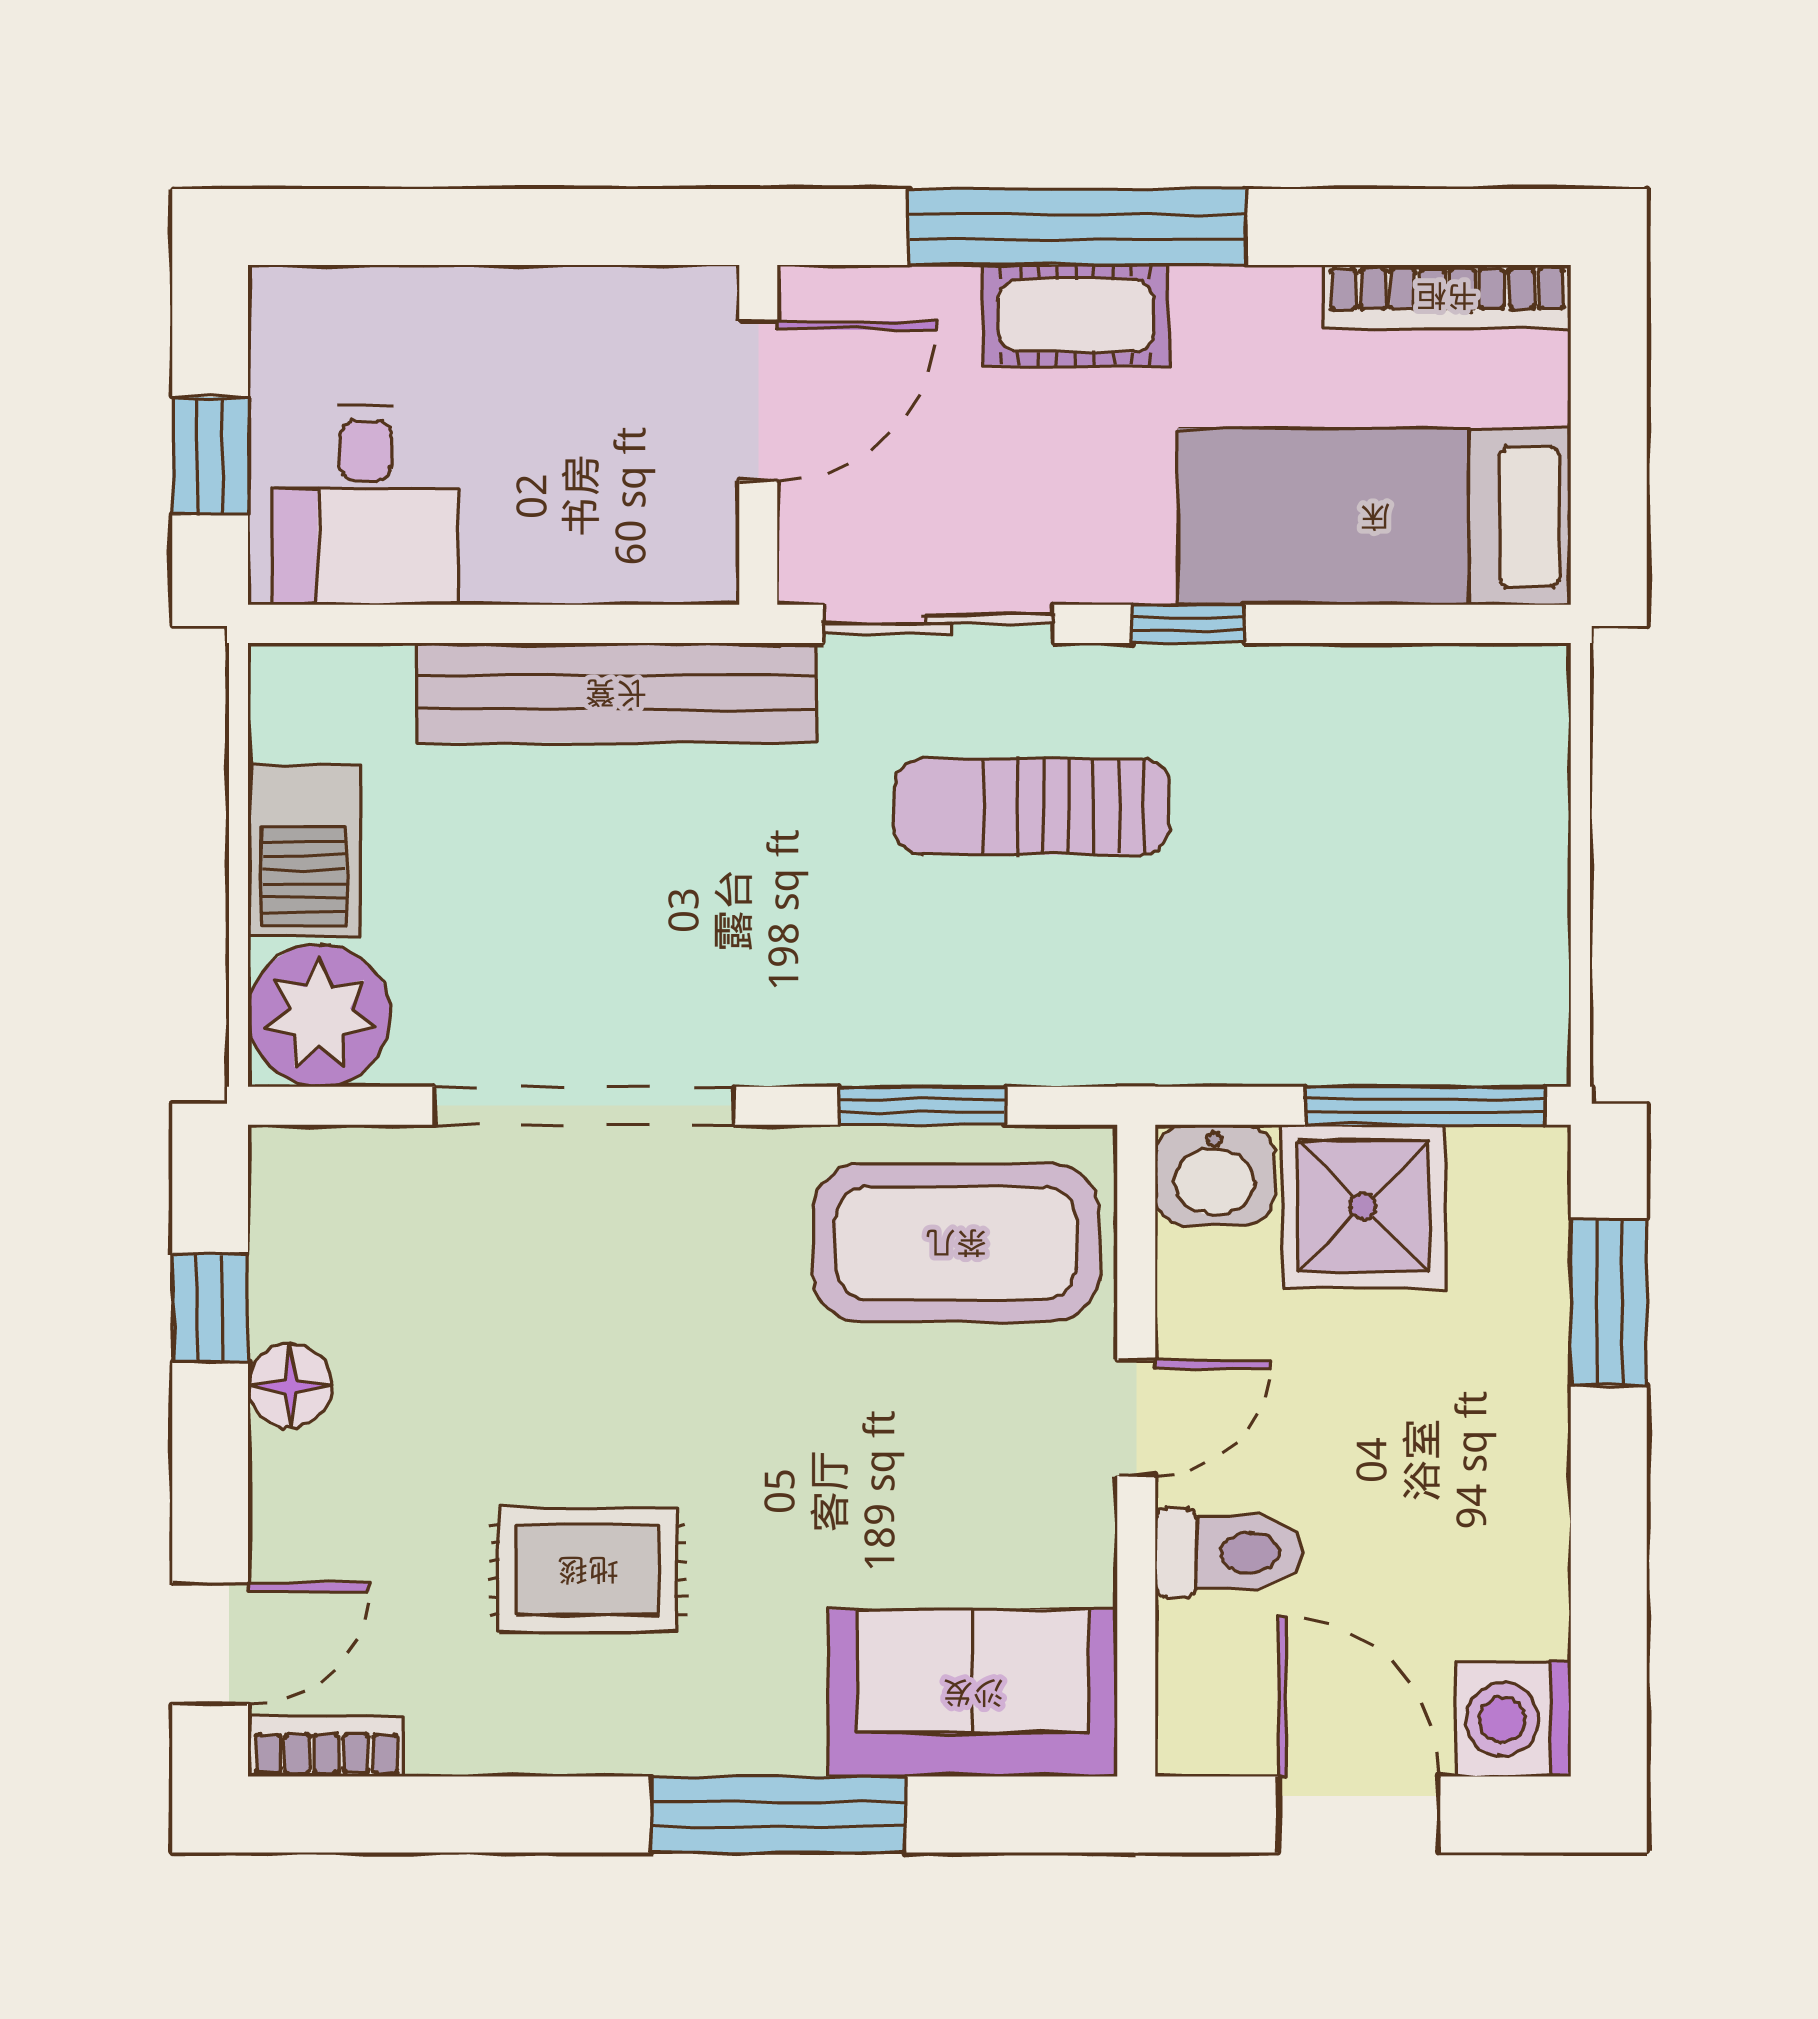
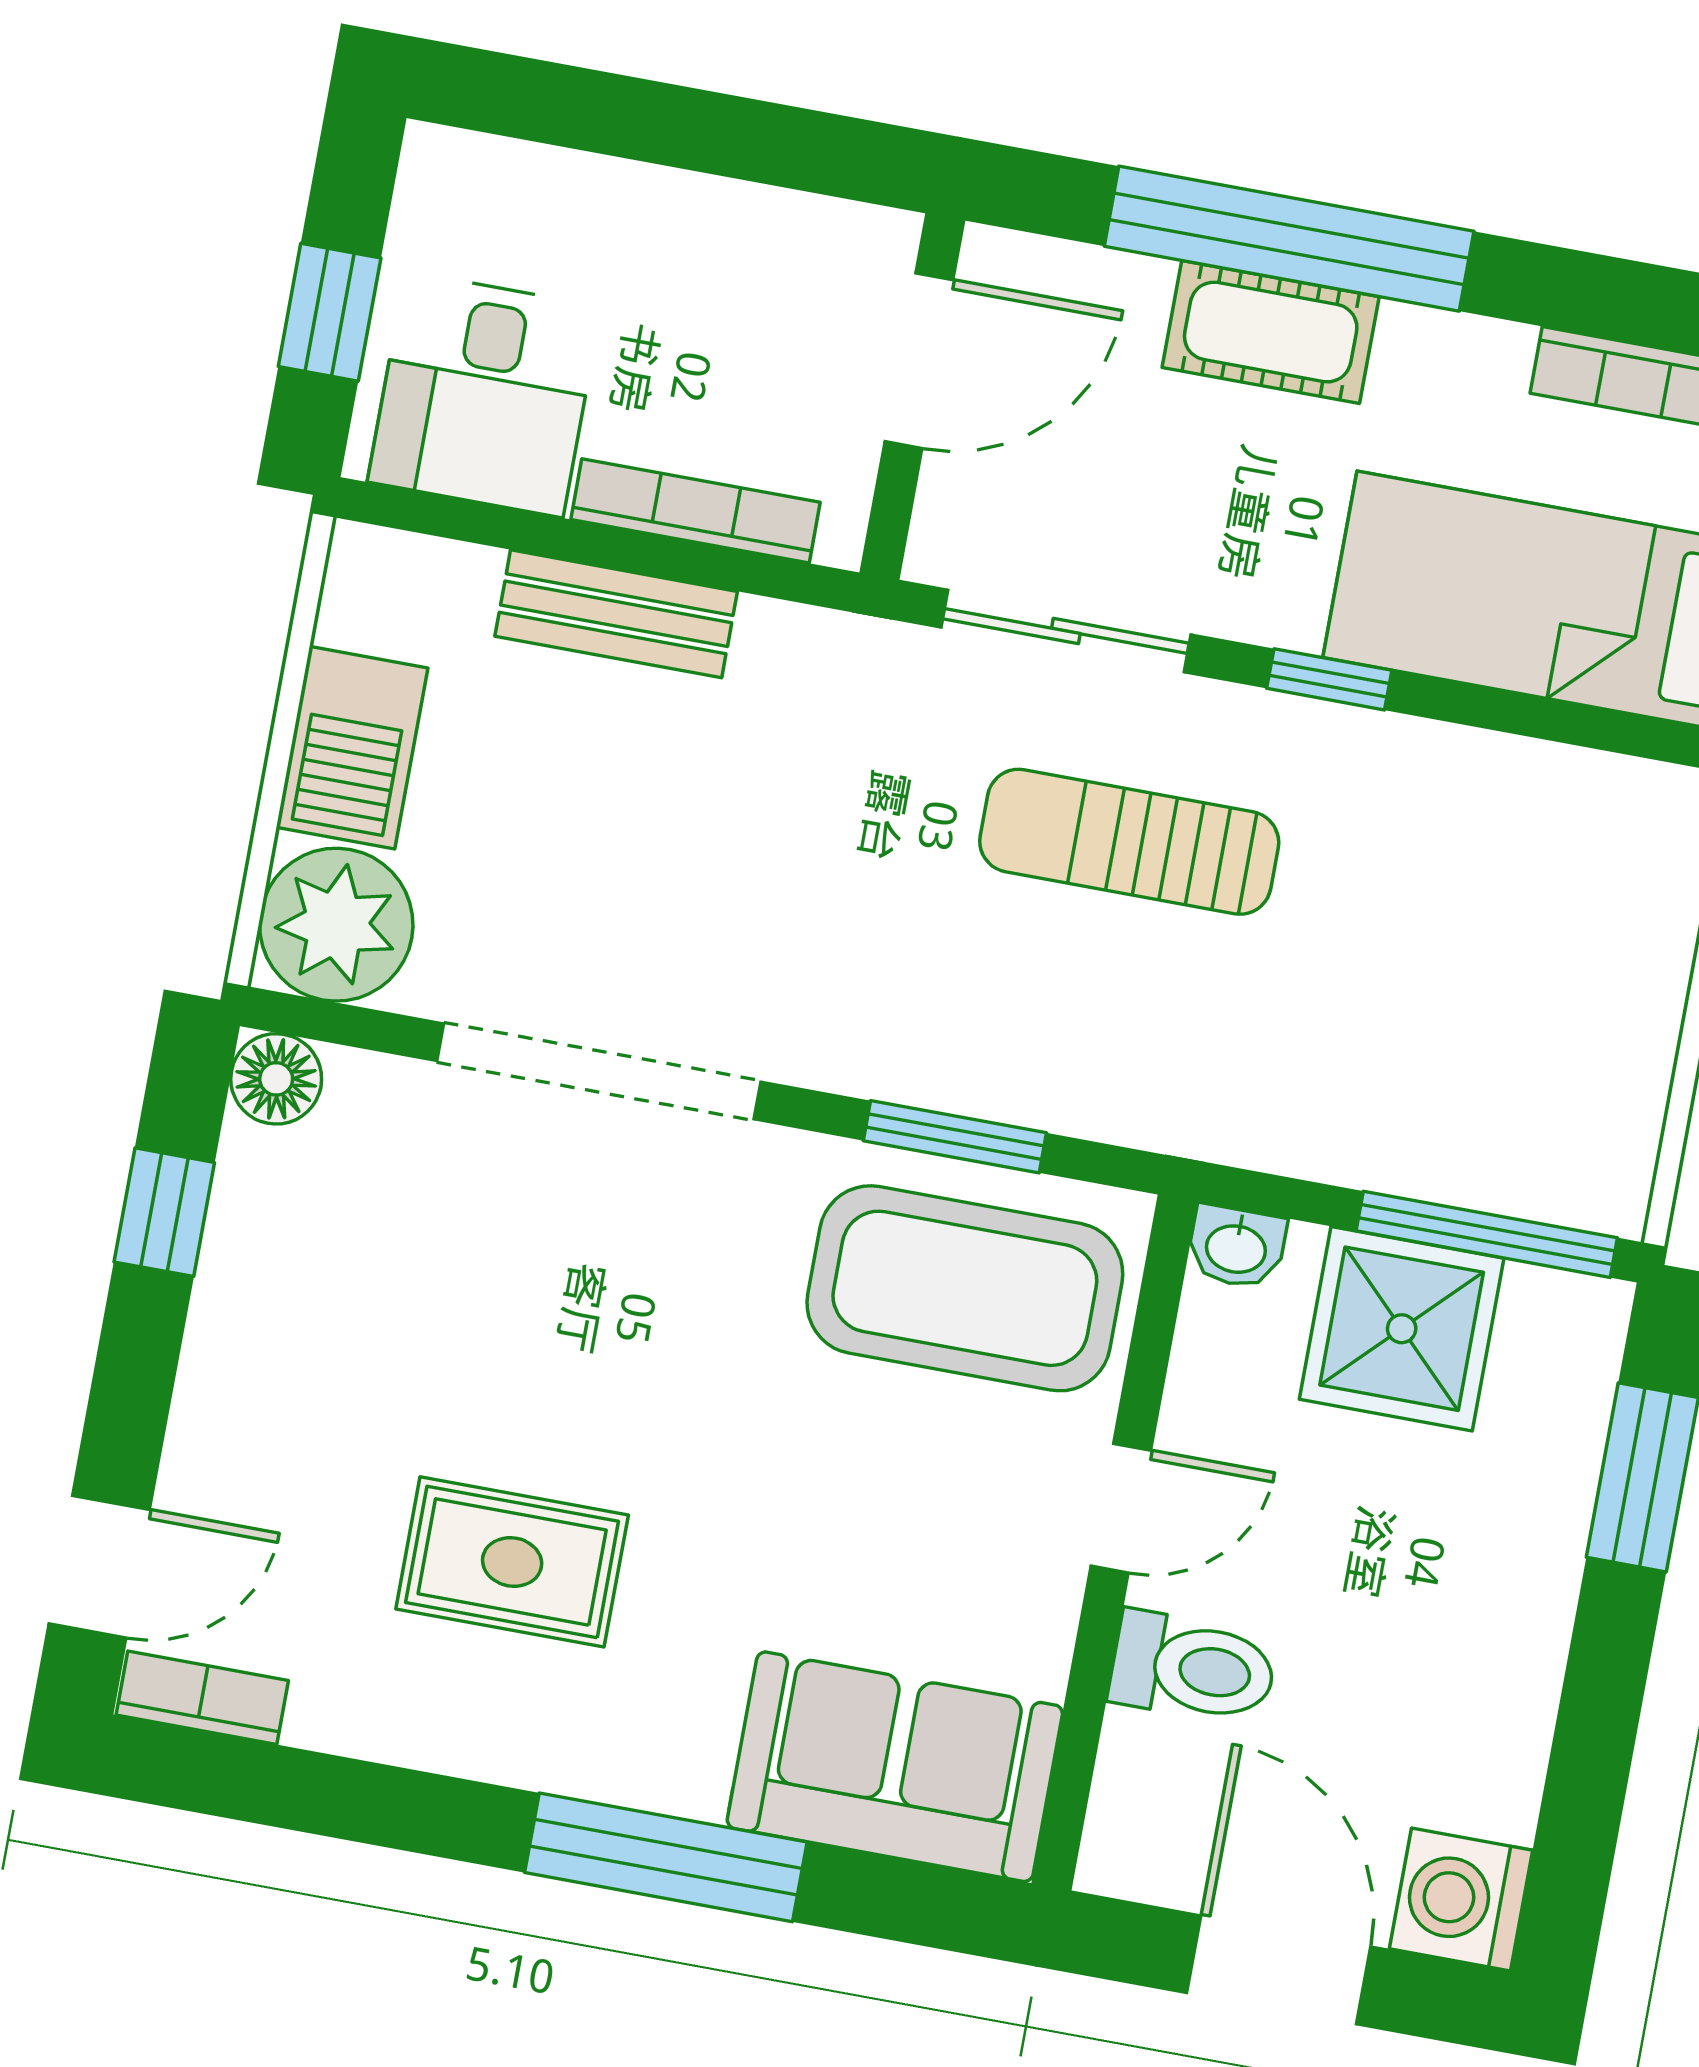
bookcase: (579, 576) -> (696, 511), added
bench: (616, 693) -> (616, 614), width x0.54, depth x0.82
washbasin: (1214, 1175) -> (1236, 1247), width x0.72, depth x0.69
floor lamp: (290, 1386) -> (276, 1079), moved

